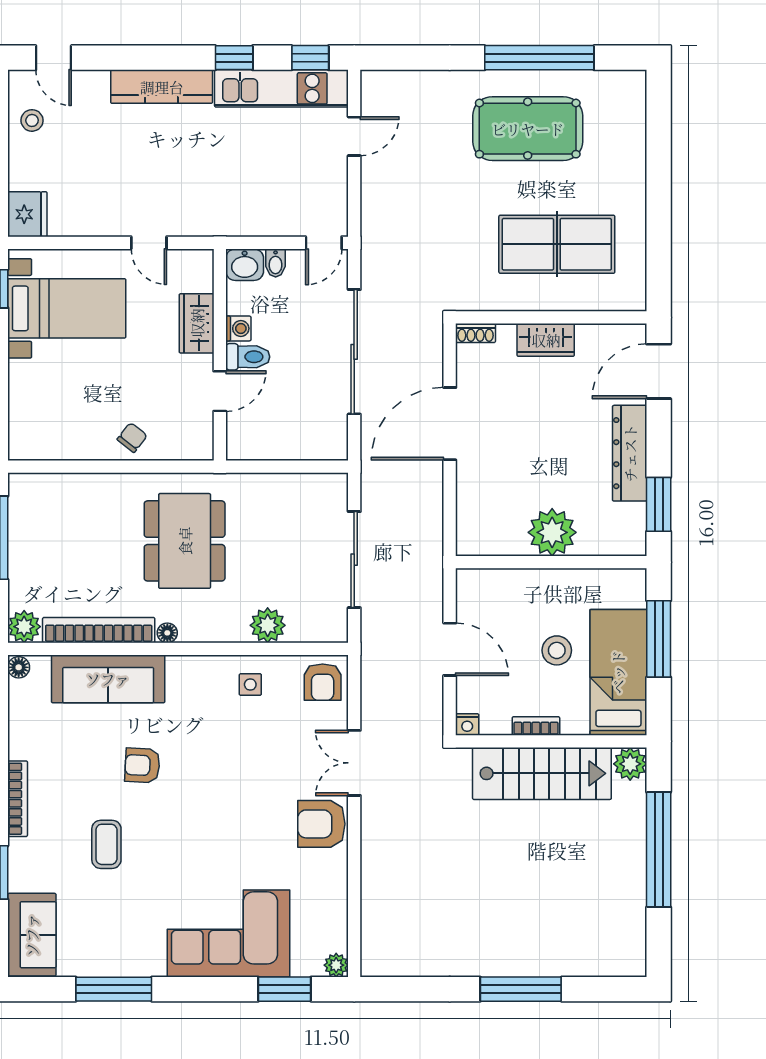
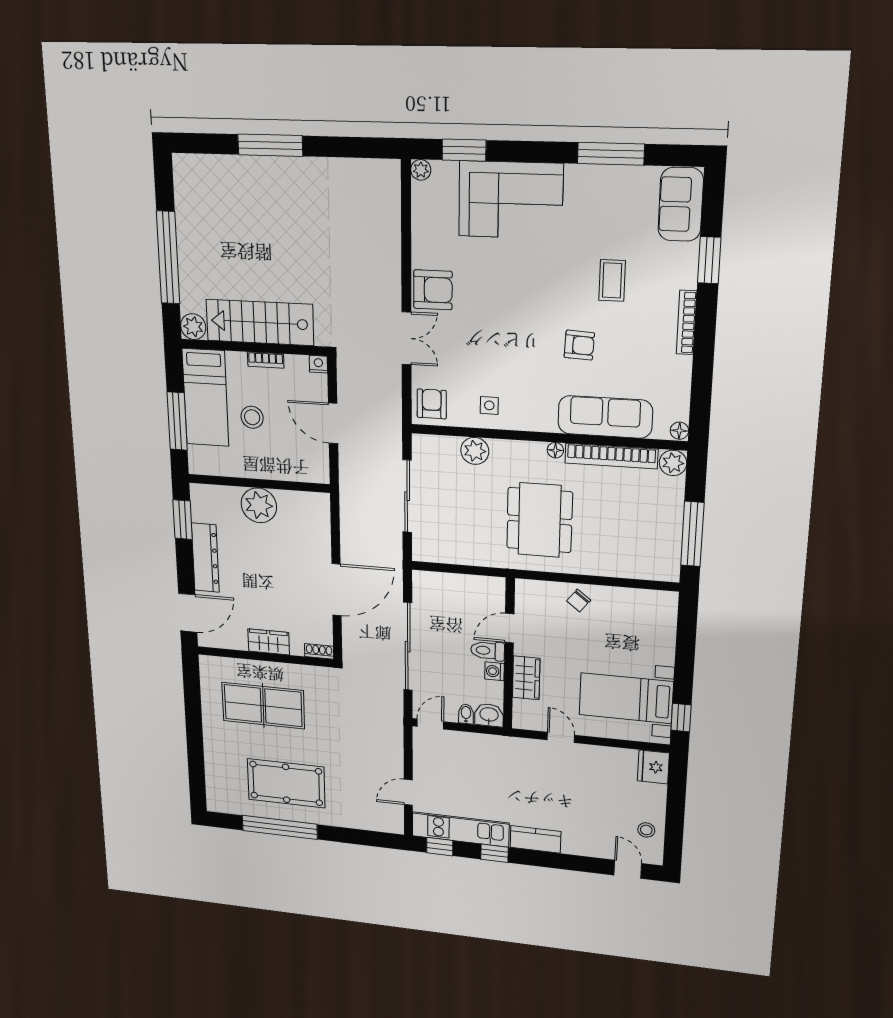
kitchen counter: (162, 87) -> (536, 839), width x0.67

